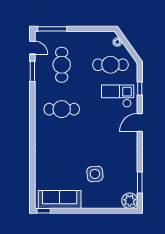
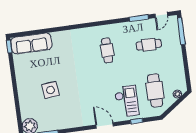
cafe table: (62, 65) -> (149, 45), width x0.73, depth x0.74
cafe table: (62, 109) -> (107, 50), width x0.73, depth x0.74
sofa: (60, 200) -> (31, 43), moved, turned 90

